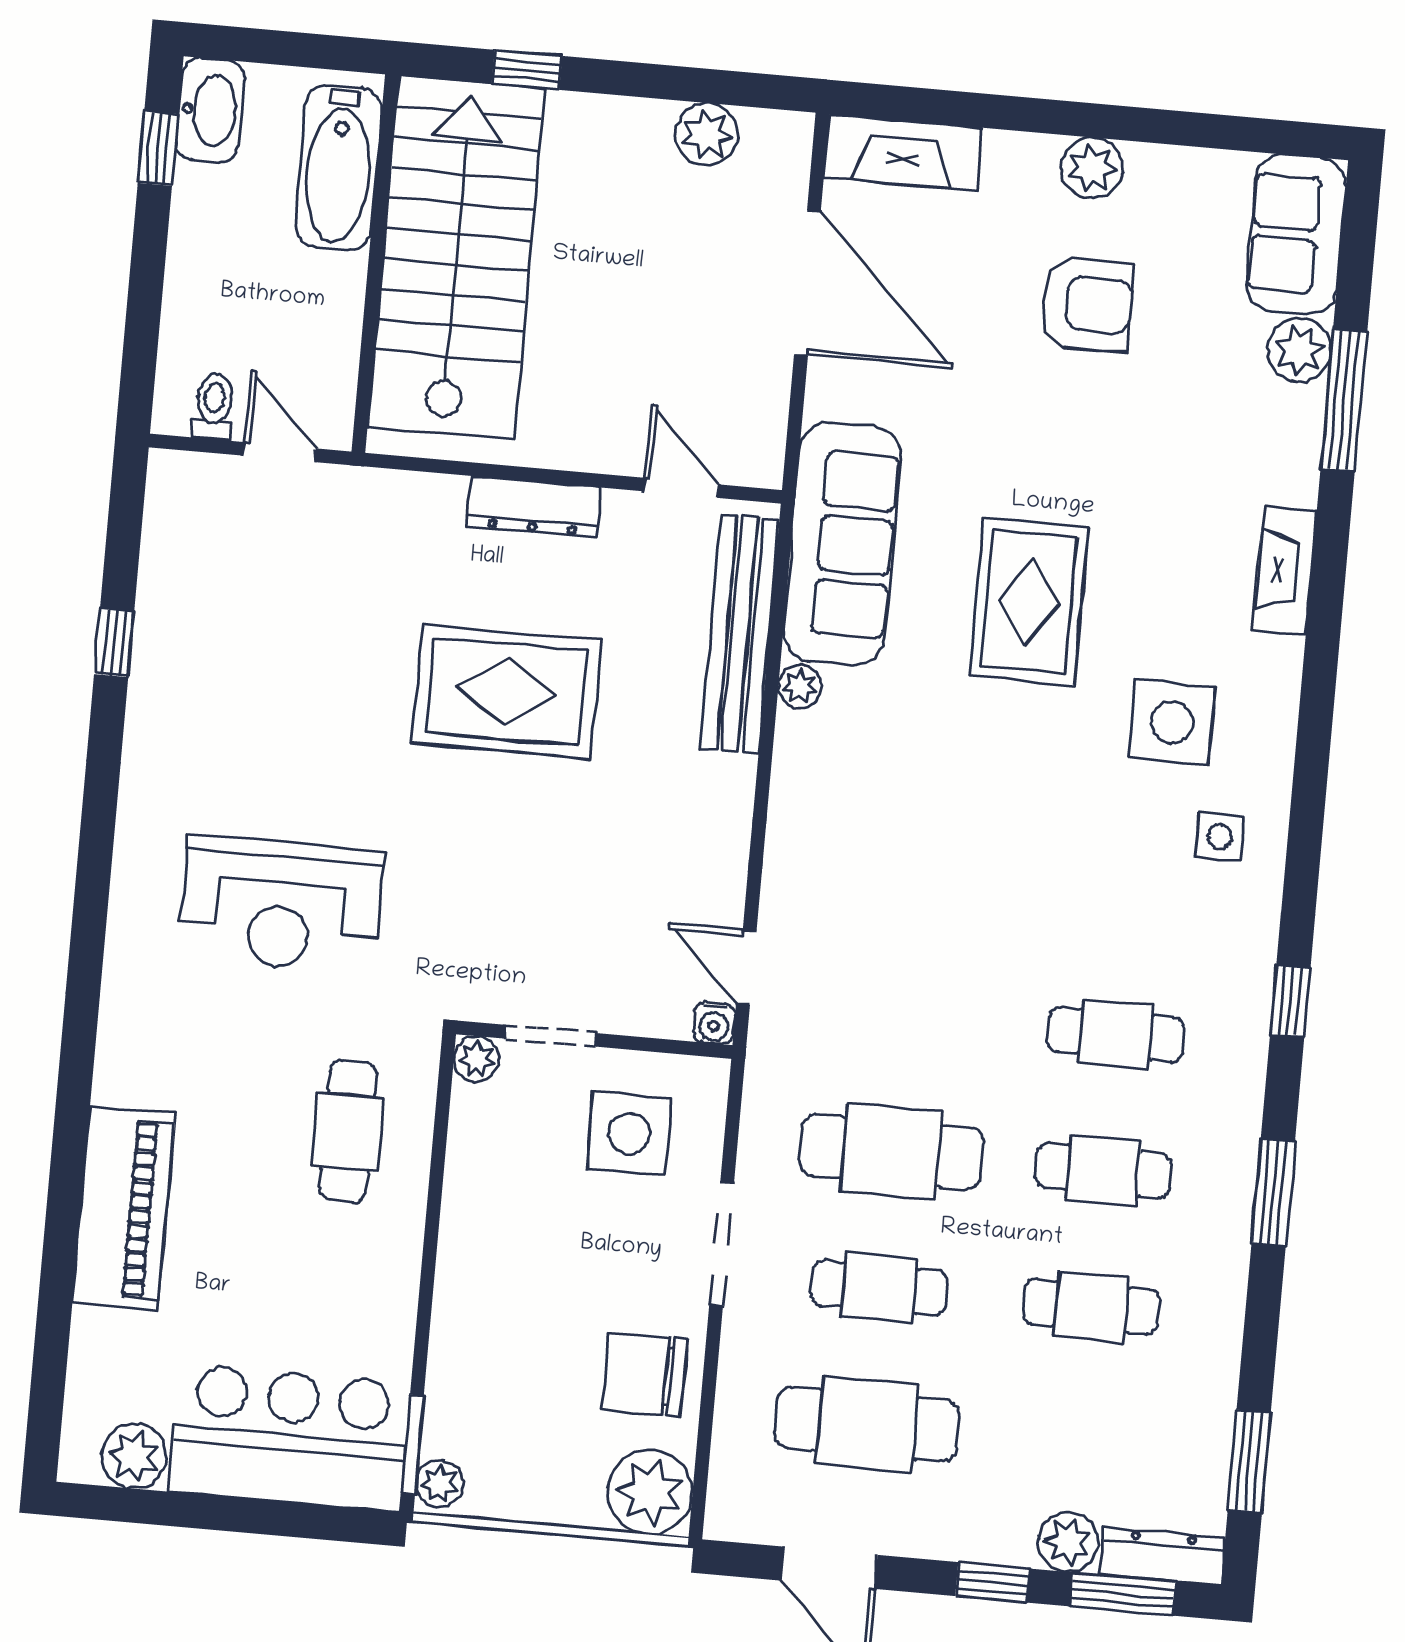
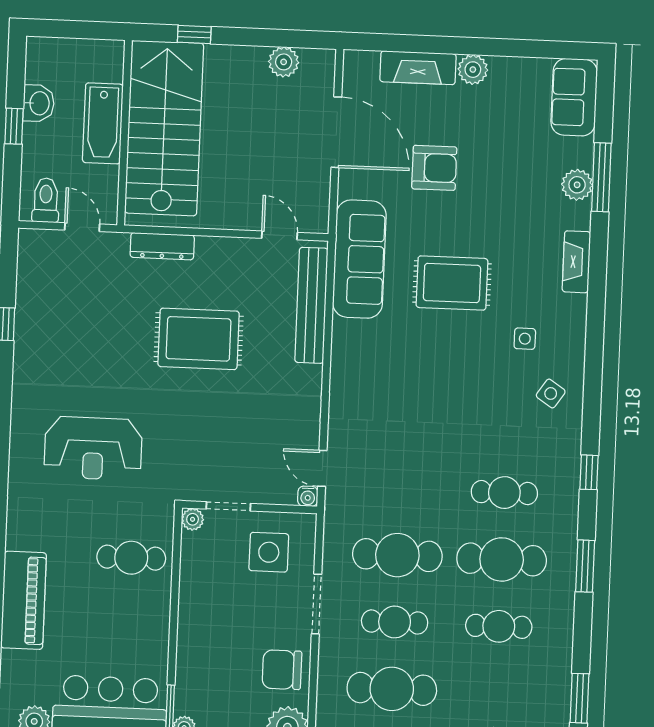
washbasin: (210, 110) -> (39, 103), moved, width x0.72
window: (158, 148) -> (14, 126), moved
fireplace: (903, 152) -> (418, 68), moved
bathtub: (338, 167) -> (103, 123), moved
armchair: (1086, 304) -> (434, 168), moved
plant: (1299, 350) -> (577, 185), moved
toilet: (214, 407) -> (46, 200), width x1.37, depth x1.39
dresser: (534, 507) -> (162, 246), moved
rug: (1029, 602) -> (452, 283), turned 90
plant: (800, 687) -> (342, 330), removed
side table: (1172, 722) -> (525, 339), width x0.54, depth x0.54
side table: (1220, 837) -> (551, 393), turned 34
cafe table: (348, 1131) -> (131, 558), turned 90
cafe table: (1103, 1171) -> (502, 559), width x1.37, depth x1.35

